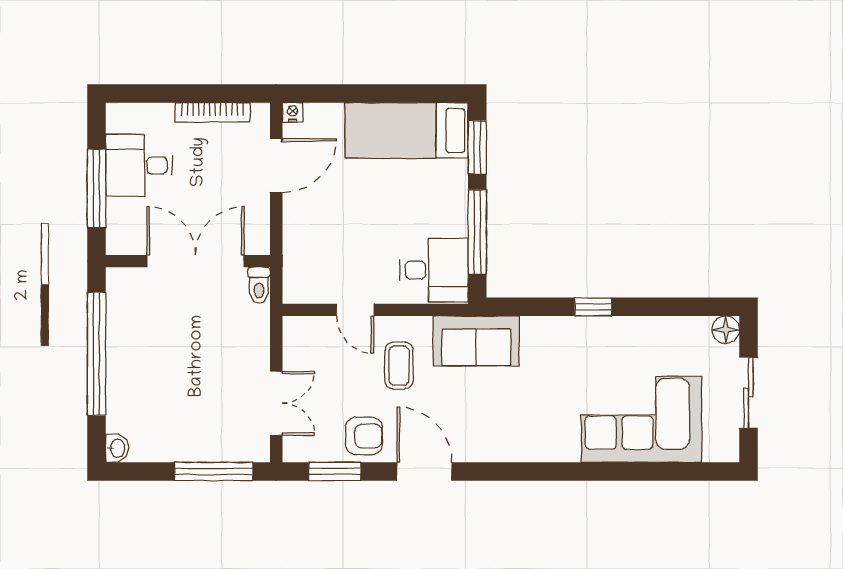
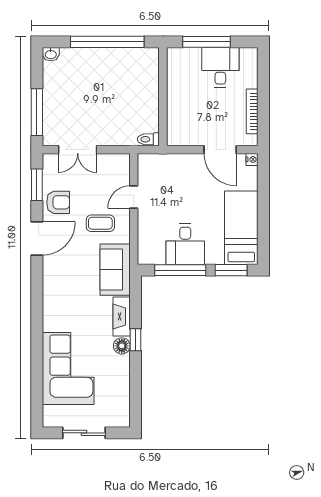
double door: (196, 261) -> (163, 101), removed
desk: (434, 270) -> (185, 244), moved
fireplace: (555, 330) -> (122, 317), added
floor lamp: (726, 330) -> (122, 346), moved
armchair: (364, 436) -> (58, 202), turned -90

